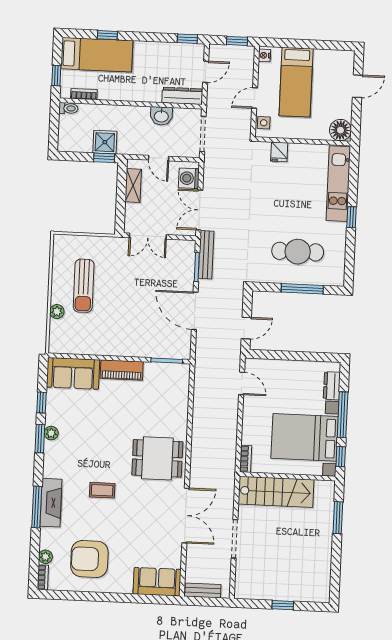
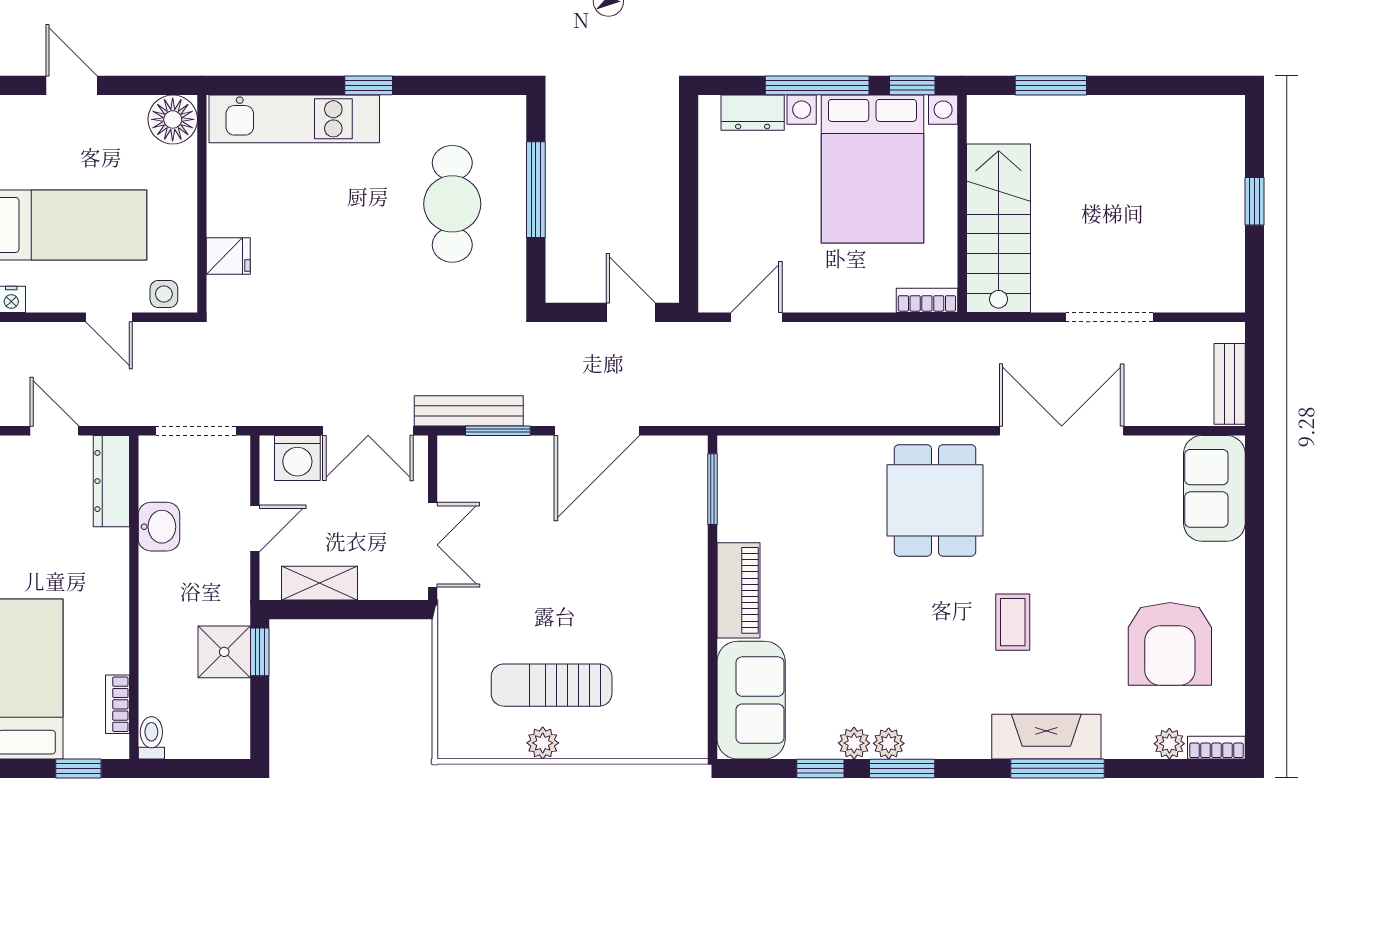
sun lounger: (84, 286) -> (552, 685), turned 180
plant: (57, 312) -> (543, 743), moved
plant: (52, 418) -> (854, 743), added

